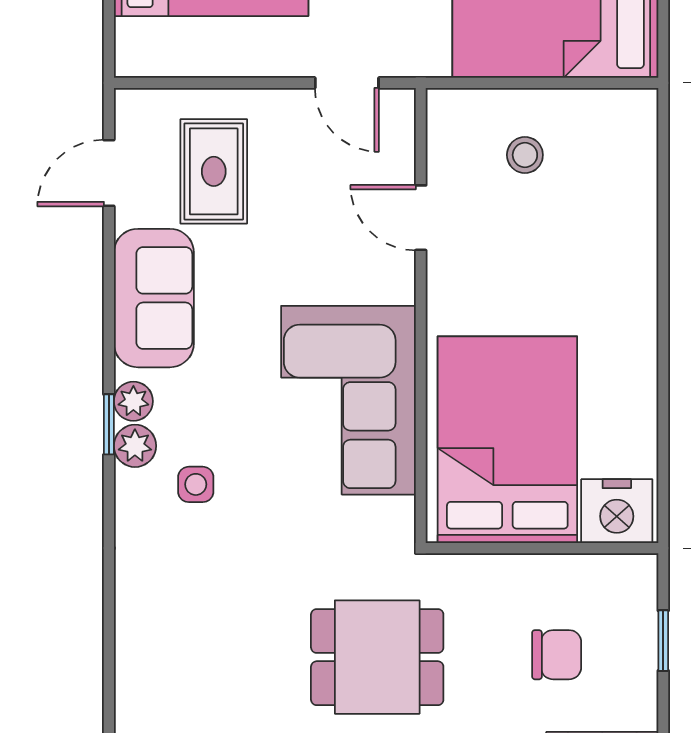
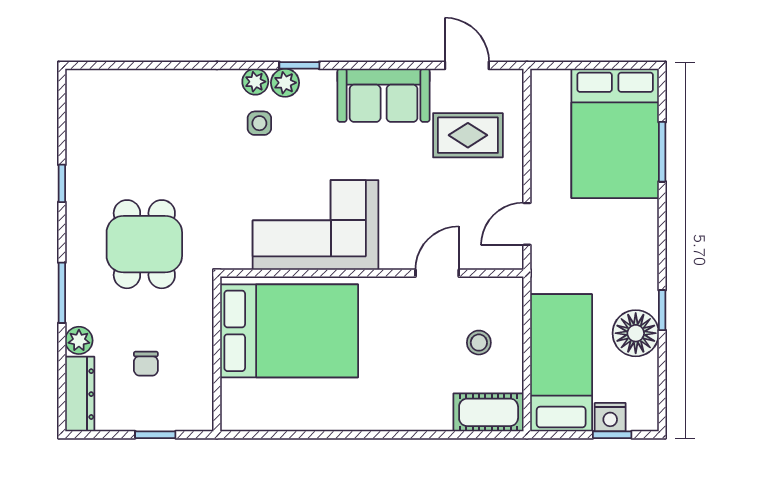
cot: (630, 140) -> (489, 412), added
plant: (133, 401) -> (255, 82), moved
nightstand: (617, 511) -> (242, 404), removed
chair: (557, 655) -> (146, 364), width x0.73, depth x0.73

